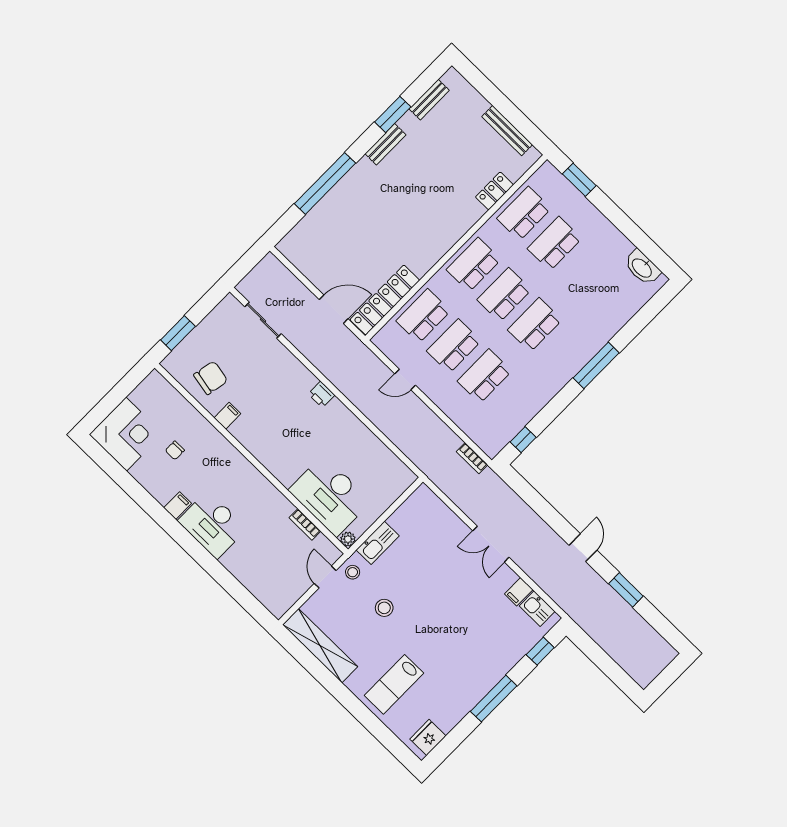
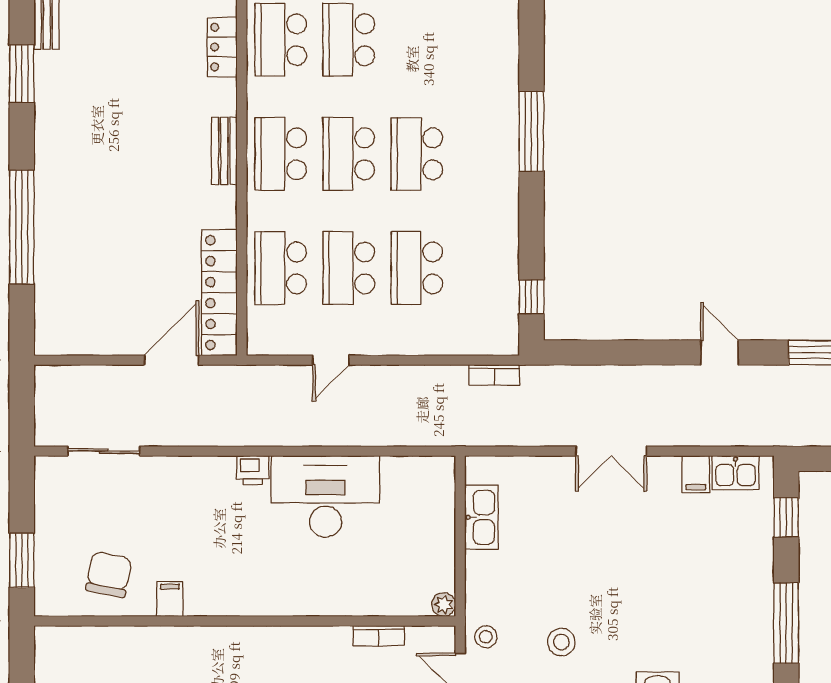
bench: (386, 144) -> (224, 151), moved
desk: (330, 496) -> (326, 496), moved, turned 180
kitchen sink: (378, 543) -> (482, 517), moved

